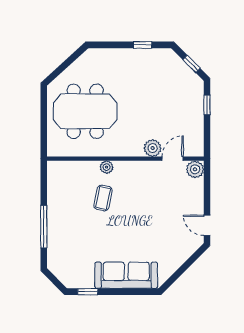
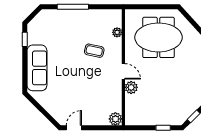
meeting table: (85, 111) -> (159, 37), turned 90
door: (173, 159) -> (123, 71), moved
plant: (107, 167) -> (117, 32), moved

